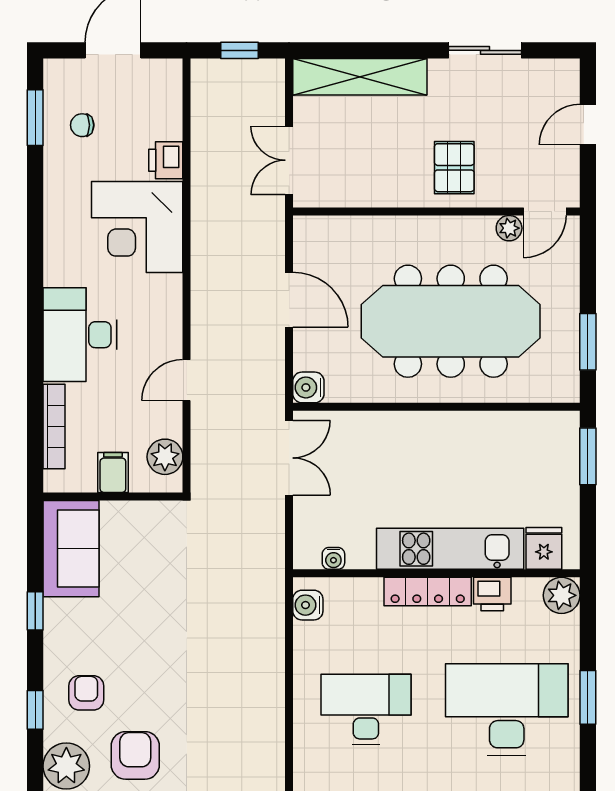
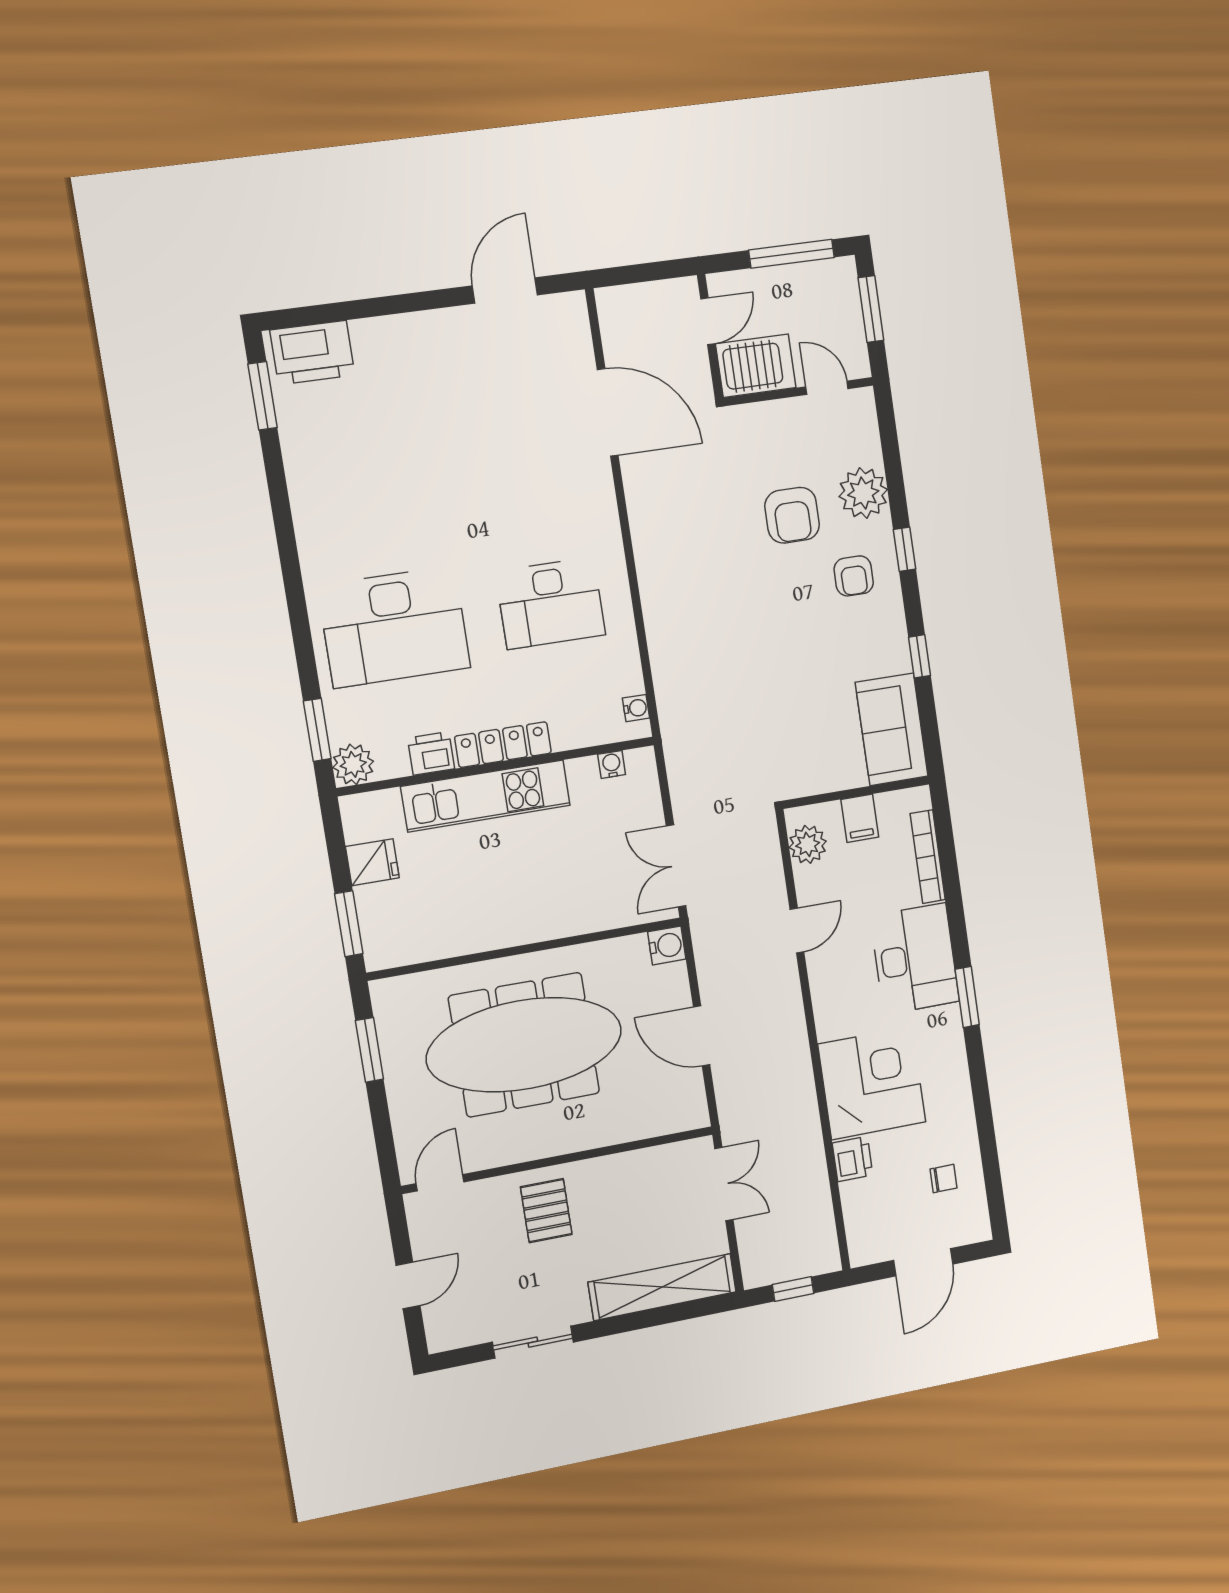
window: (35, 118) -> (967, 997), moved
plant: (509, 228) -> (476, 1157), removed
fridge: (544, 548) -> (372, 862), moved, turned -90
water cooler: (308, 605) -> (636, 708), width x0.72, depth x0.72
window: (588, 697) -> (317, 730), moved

